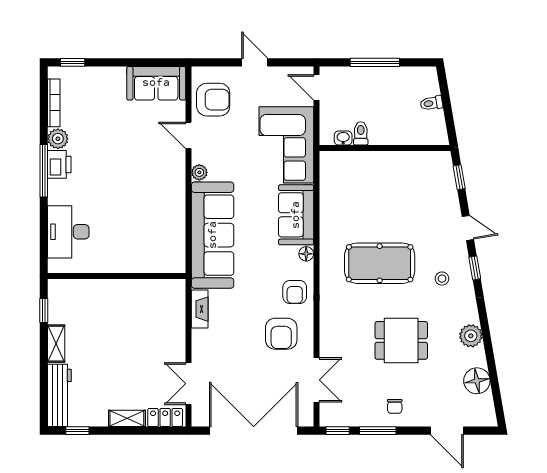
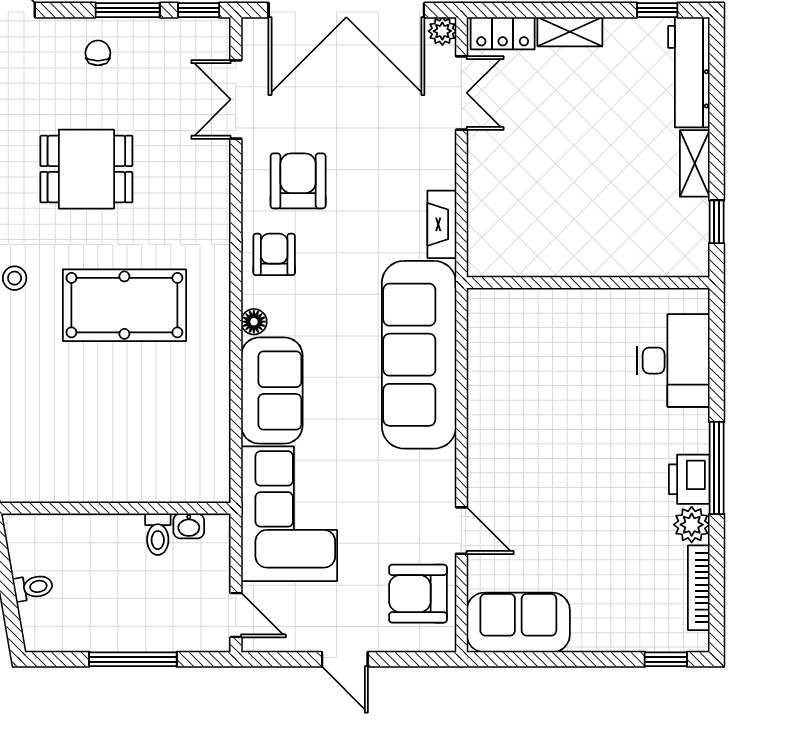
plant: (199, 172) -> (442, 31), moved

